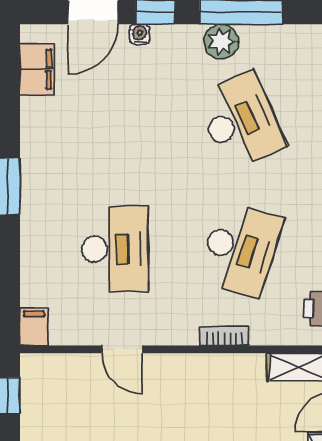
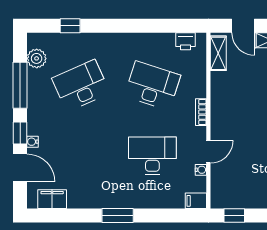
plant: (221, 42) -> (37, 58), moved
water cooler: (90, 336) -> (201, 170), added
bookcase: (225, 336) -> (201, 112), moved

